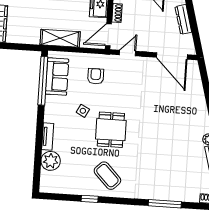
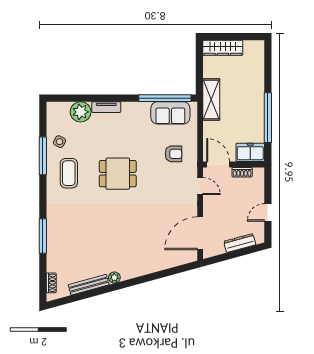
shelving: (60, 38) -> (211, 100), moved
side table: (83, 111) -> (60, 142), moved
coffee table: (107, 176) -> (69, 173), turned -46
window: (90, 199) -> (43, 156), width x2.17

